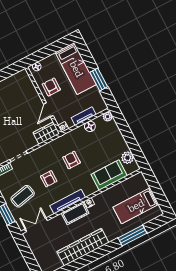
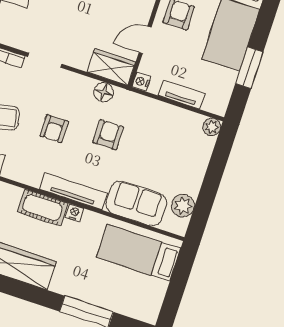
floor lamp: (90, 126) -> (104, 92), moved
tv unit: (68, 202) -> (73, 191), moved
bed: (136, 206) -> (139, 253), moved

